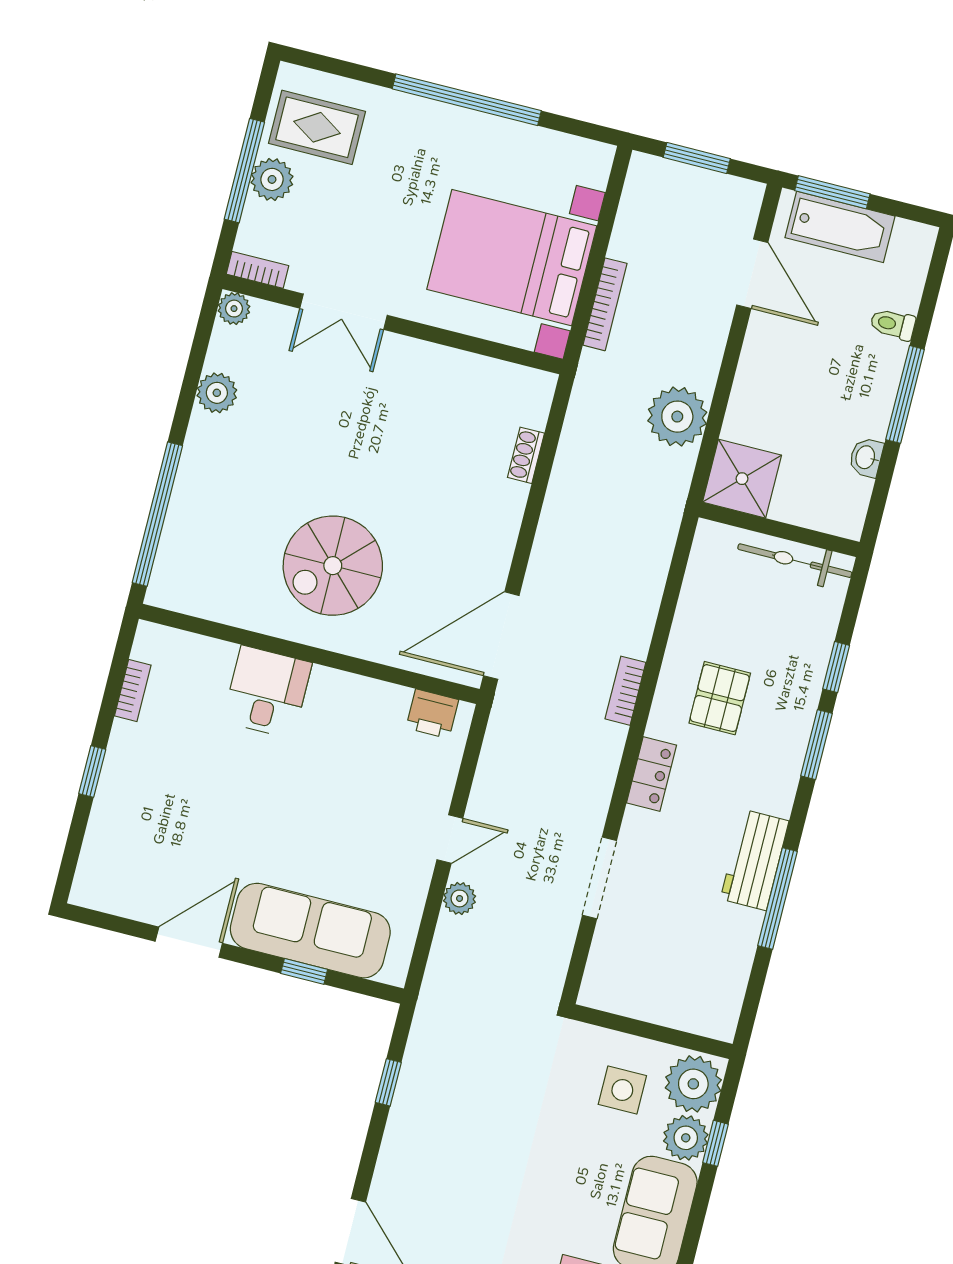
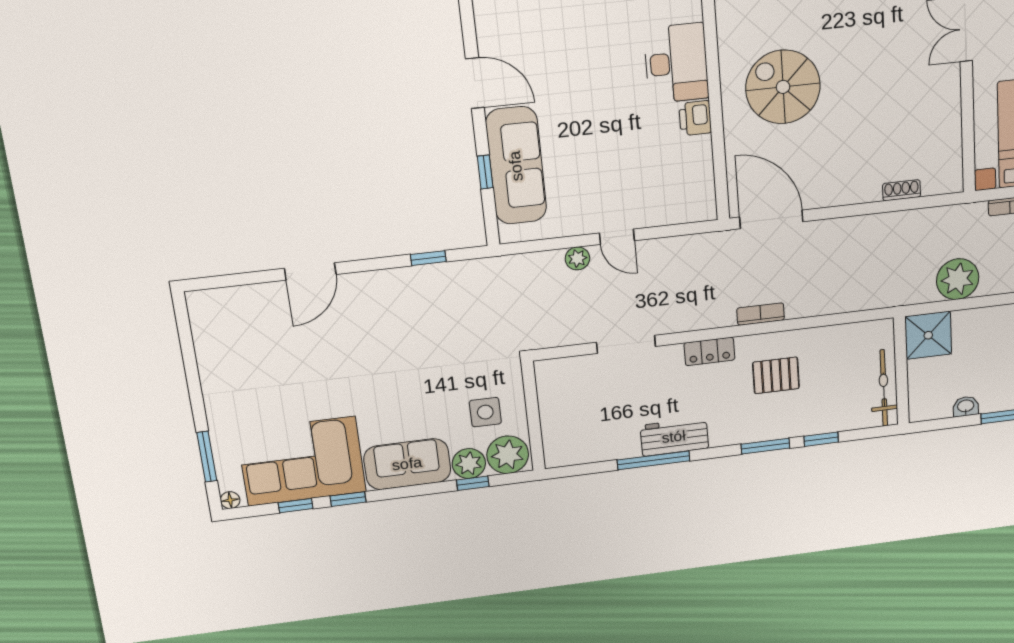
desk: (267, 692) -> (676, 63), width x1.37
printer: (432, 714) -> (695, 118), moved

